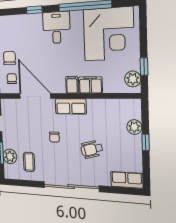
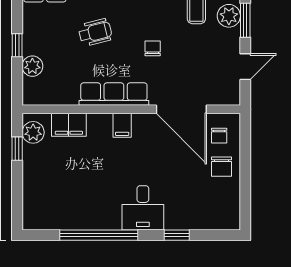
corner desk: (109, 34) -> (65, 195), removed
filing cabinet: (90, 85) -> (69, 125), moved
row of seats: (71, 106) -> (114, 94), width x1.48

